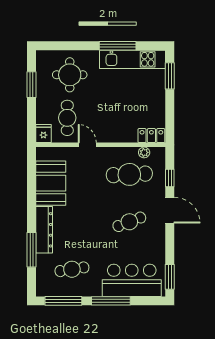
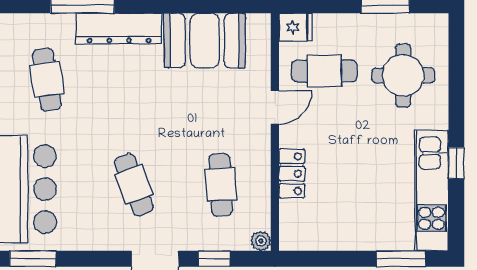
window: (118, 46) -> (456, 163), width x0.46
locker: (151, 136) -> (292, 174), moved
plant: (144, 152) -> (261, 241), moved
cafe table: (129, 174) -> (221, 185), width x0.73, depth x0.74

